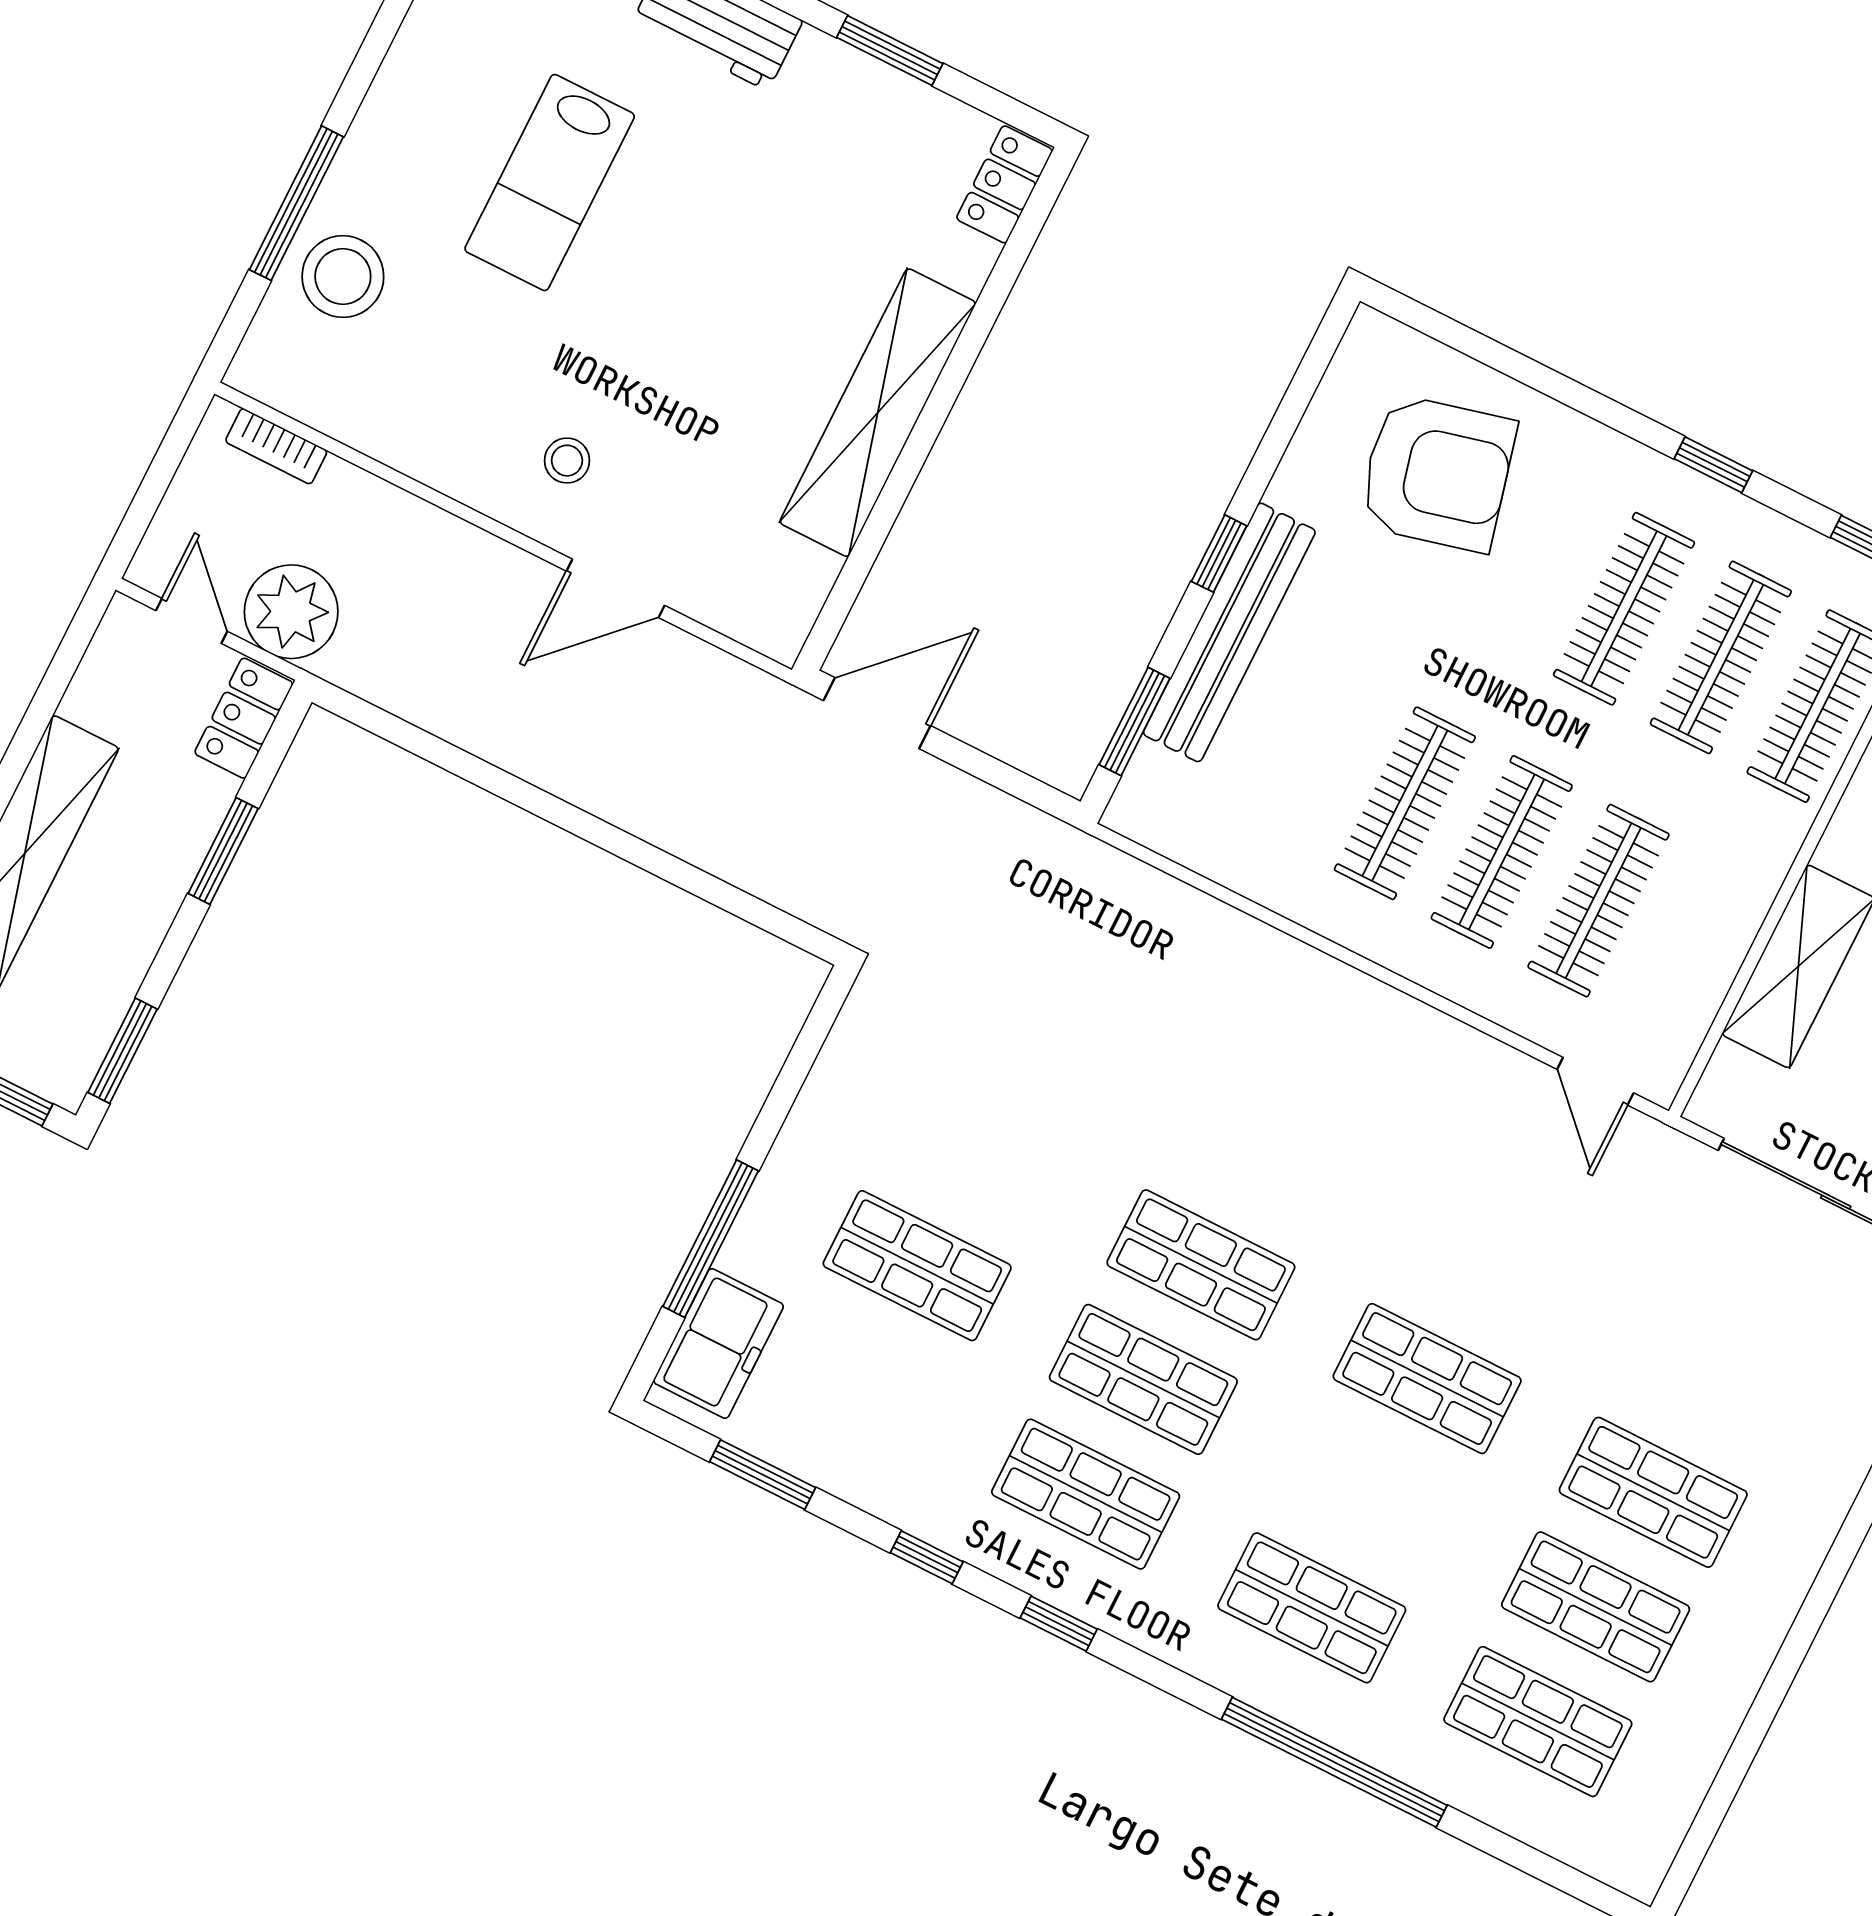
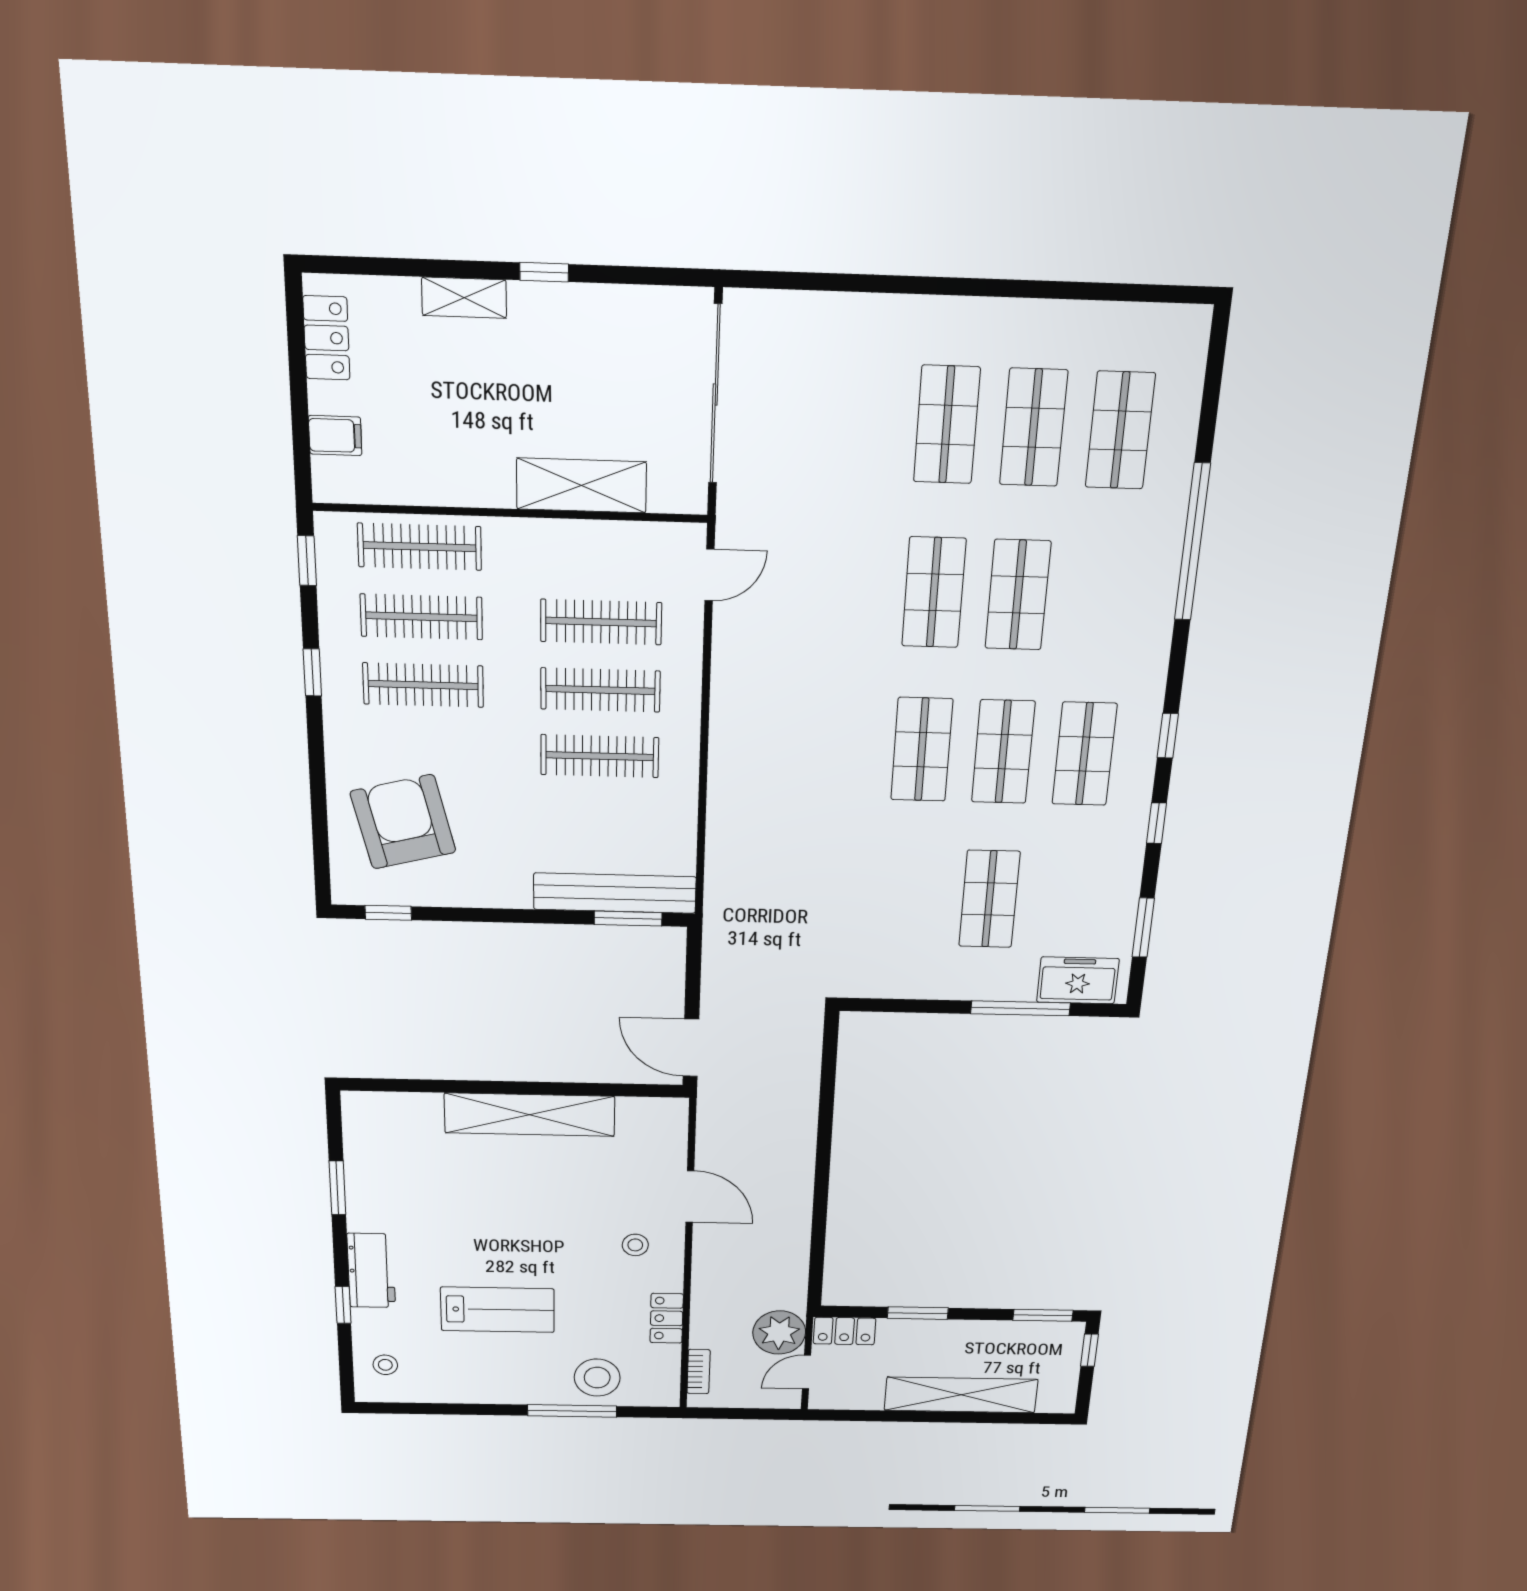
locker: (1005, 184) -> (667, 1318), moved, turned 90
window: (1219, 554) -> (388, 913), moved
bench: (1229, 632) -> (615, 893), moved
shop shelf: (1312, 1608) -> (1018, 595), moved

